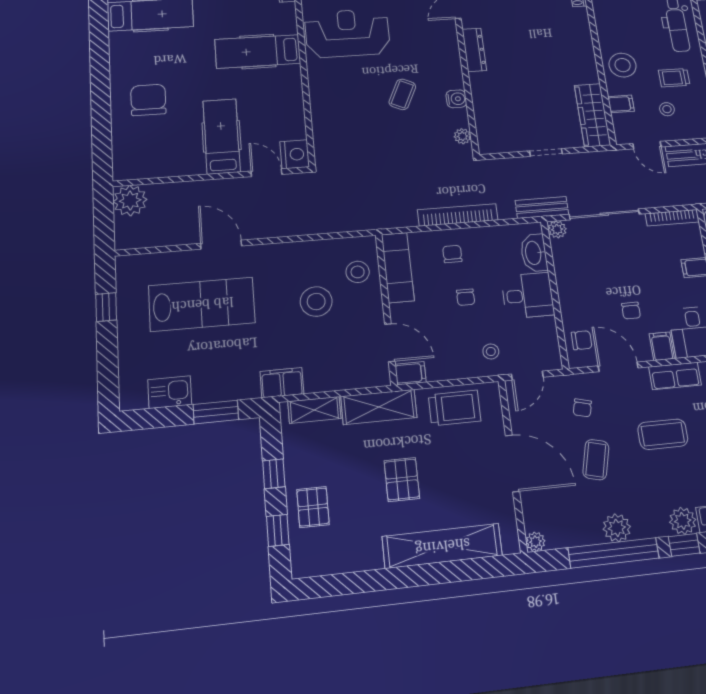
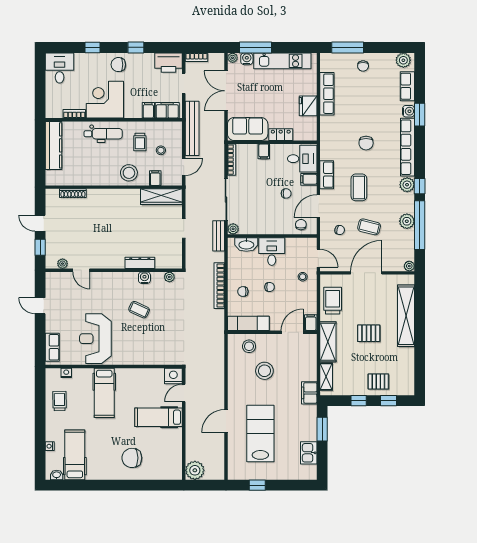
dresser: (474, 50) -> (140, 263), moved

